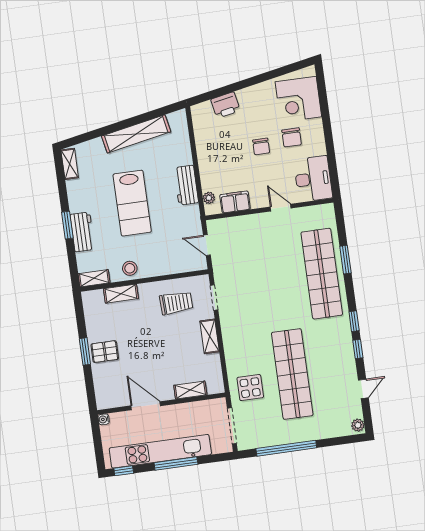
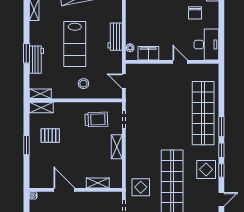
chair: (261, 146) -> (172, 16), removed
window: (345, 260) -> (221, 127), moved
stool: (130, 268) -> (83, 84), moved
shelving: (121, 294) -> (41, 107), moved
display table: (337, 351) -> (206, 169), added
pallet: (105, 352) -> (50, 135), moved

